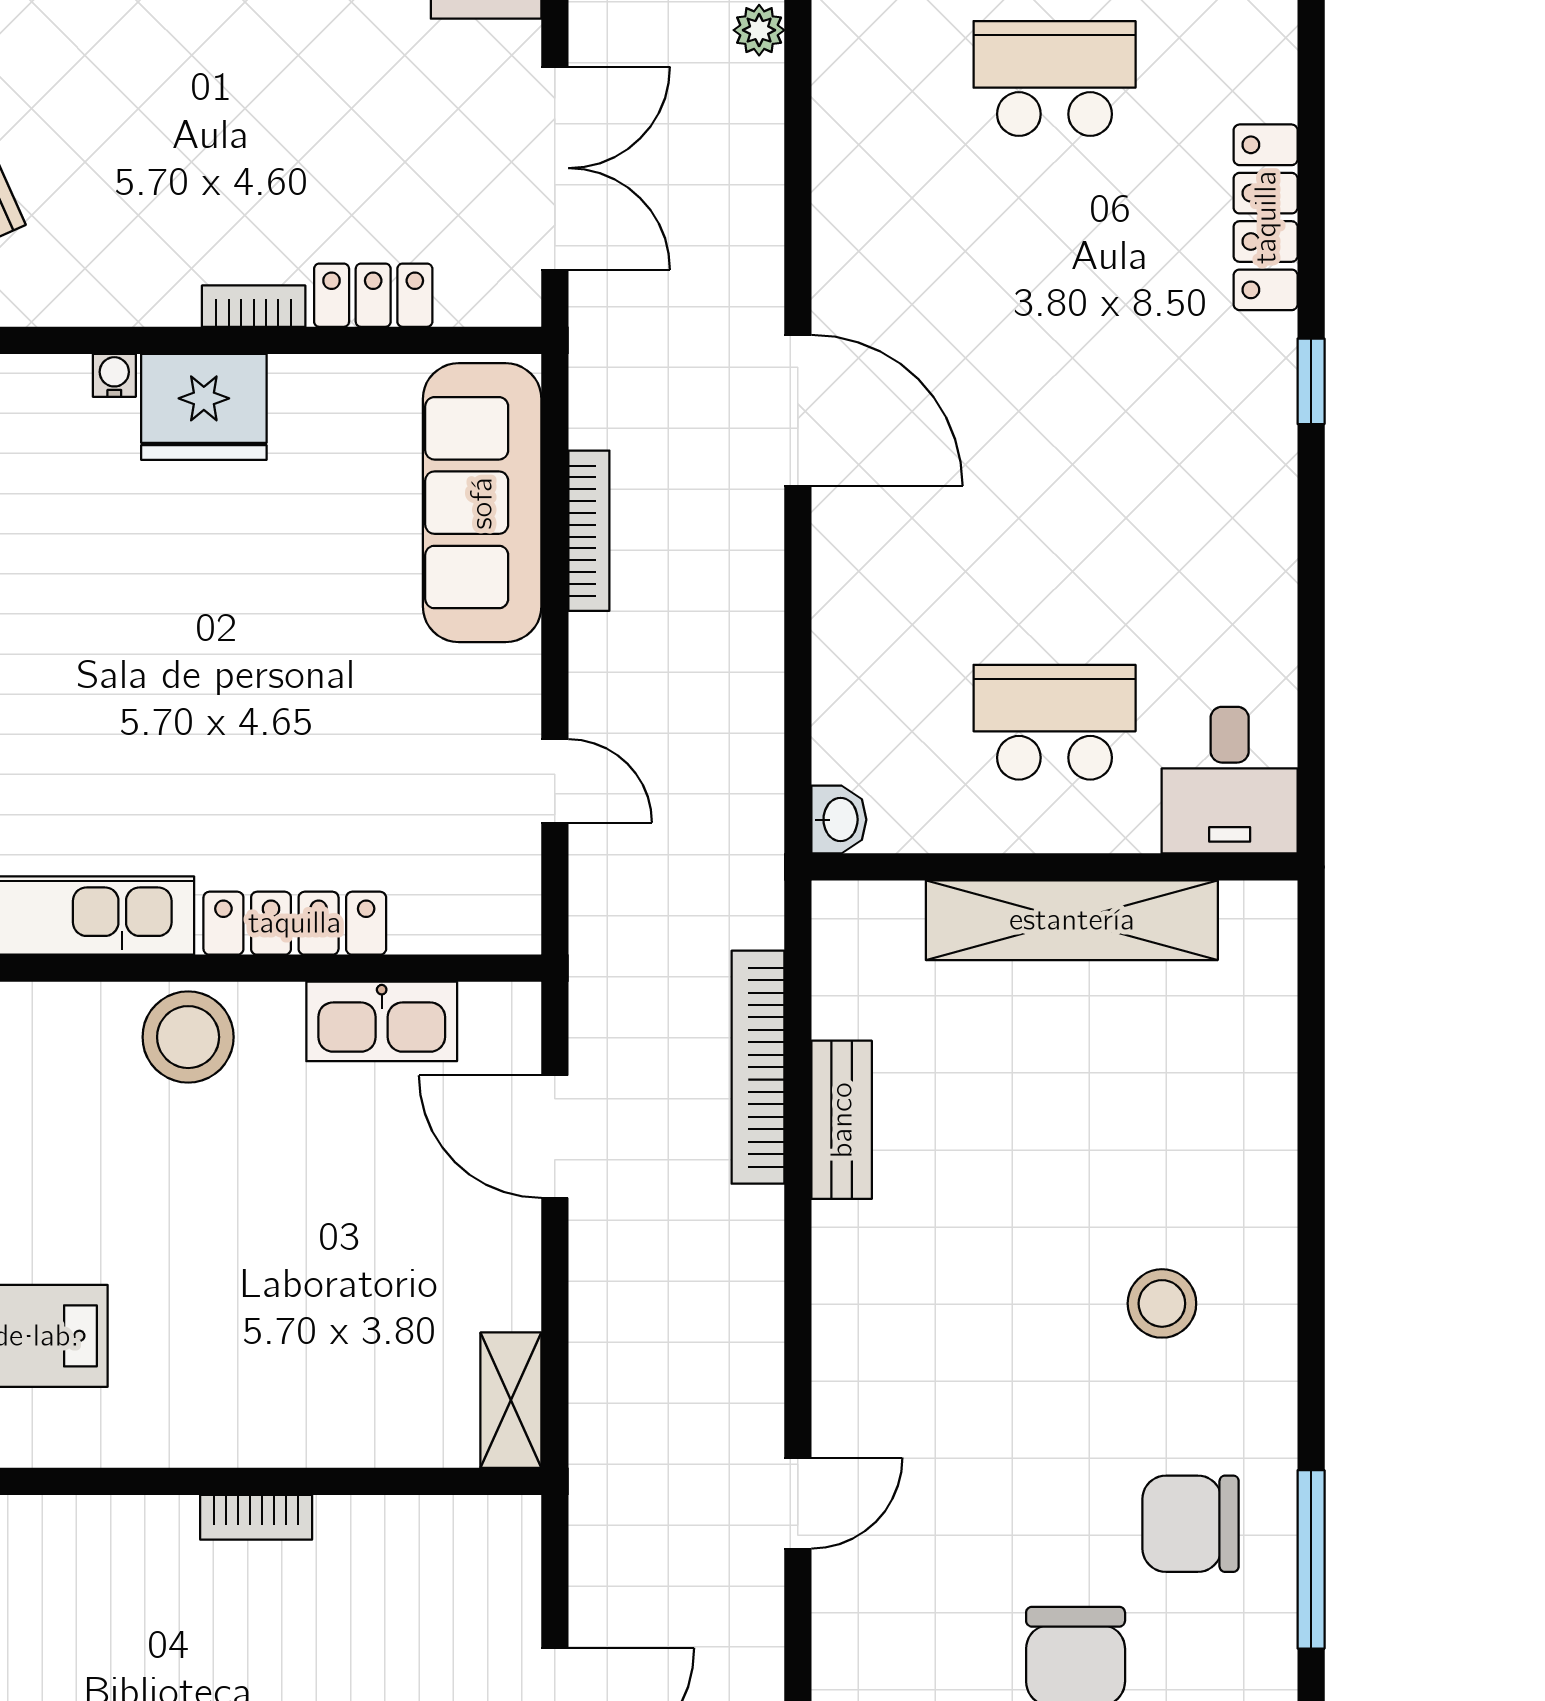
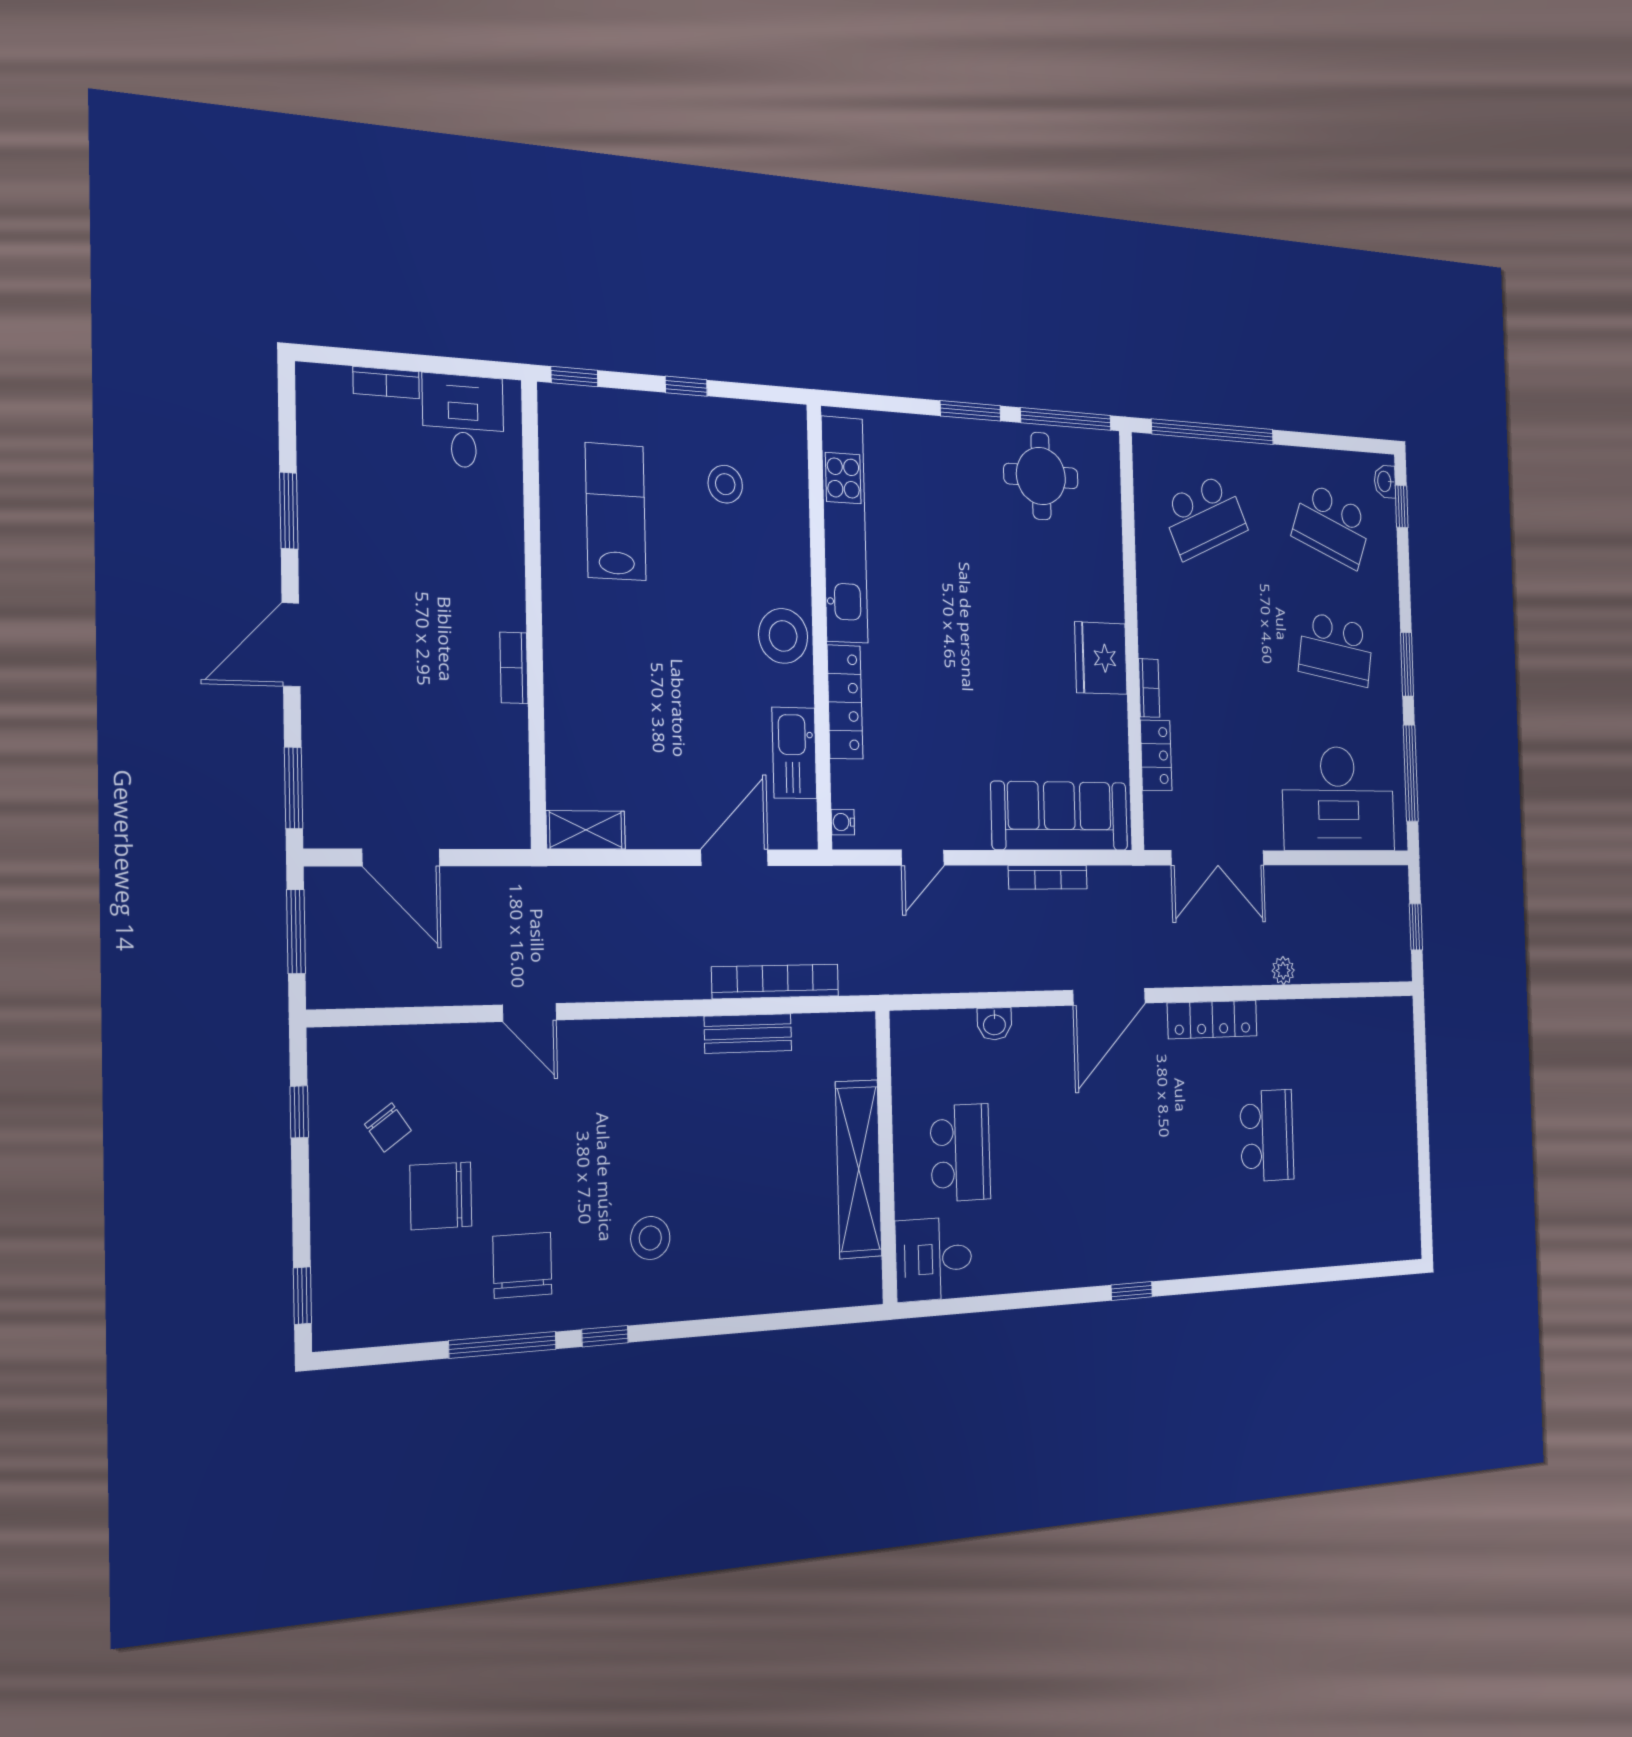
locker: (1266, 217) -> (1212, 1020), moved, turned 180
water cooler: (114, 375) -> (843, 822), moved, turned 180
washbasin: (839, 820) -> (994, 1024), moved
window: (1311, 1386) -> (605, 1336), added

